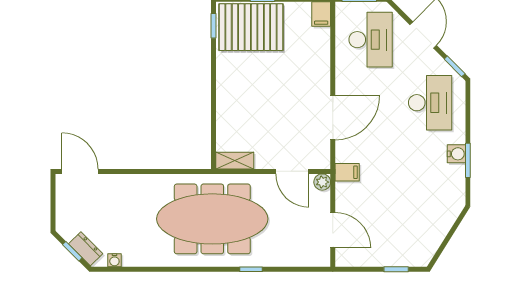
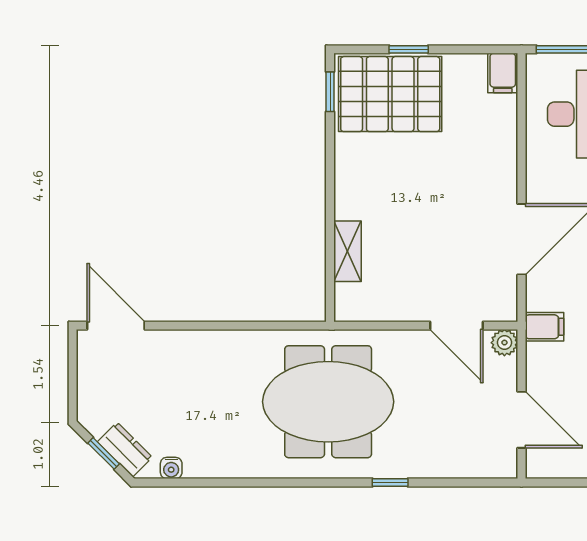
shelving: (235, 161) -> (347, 251), moved, turned 90
meeting table: (212, 219) -> (328, 402), width x0.73

